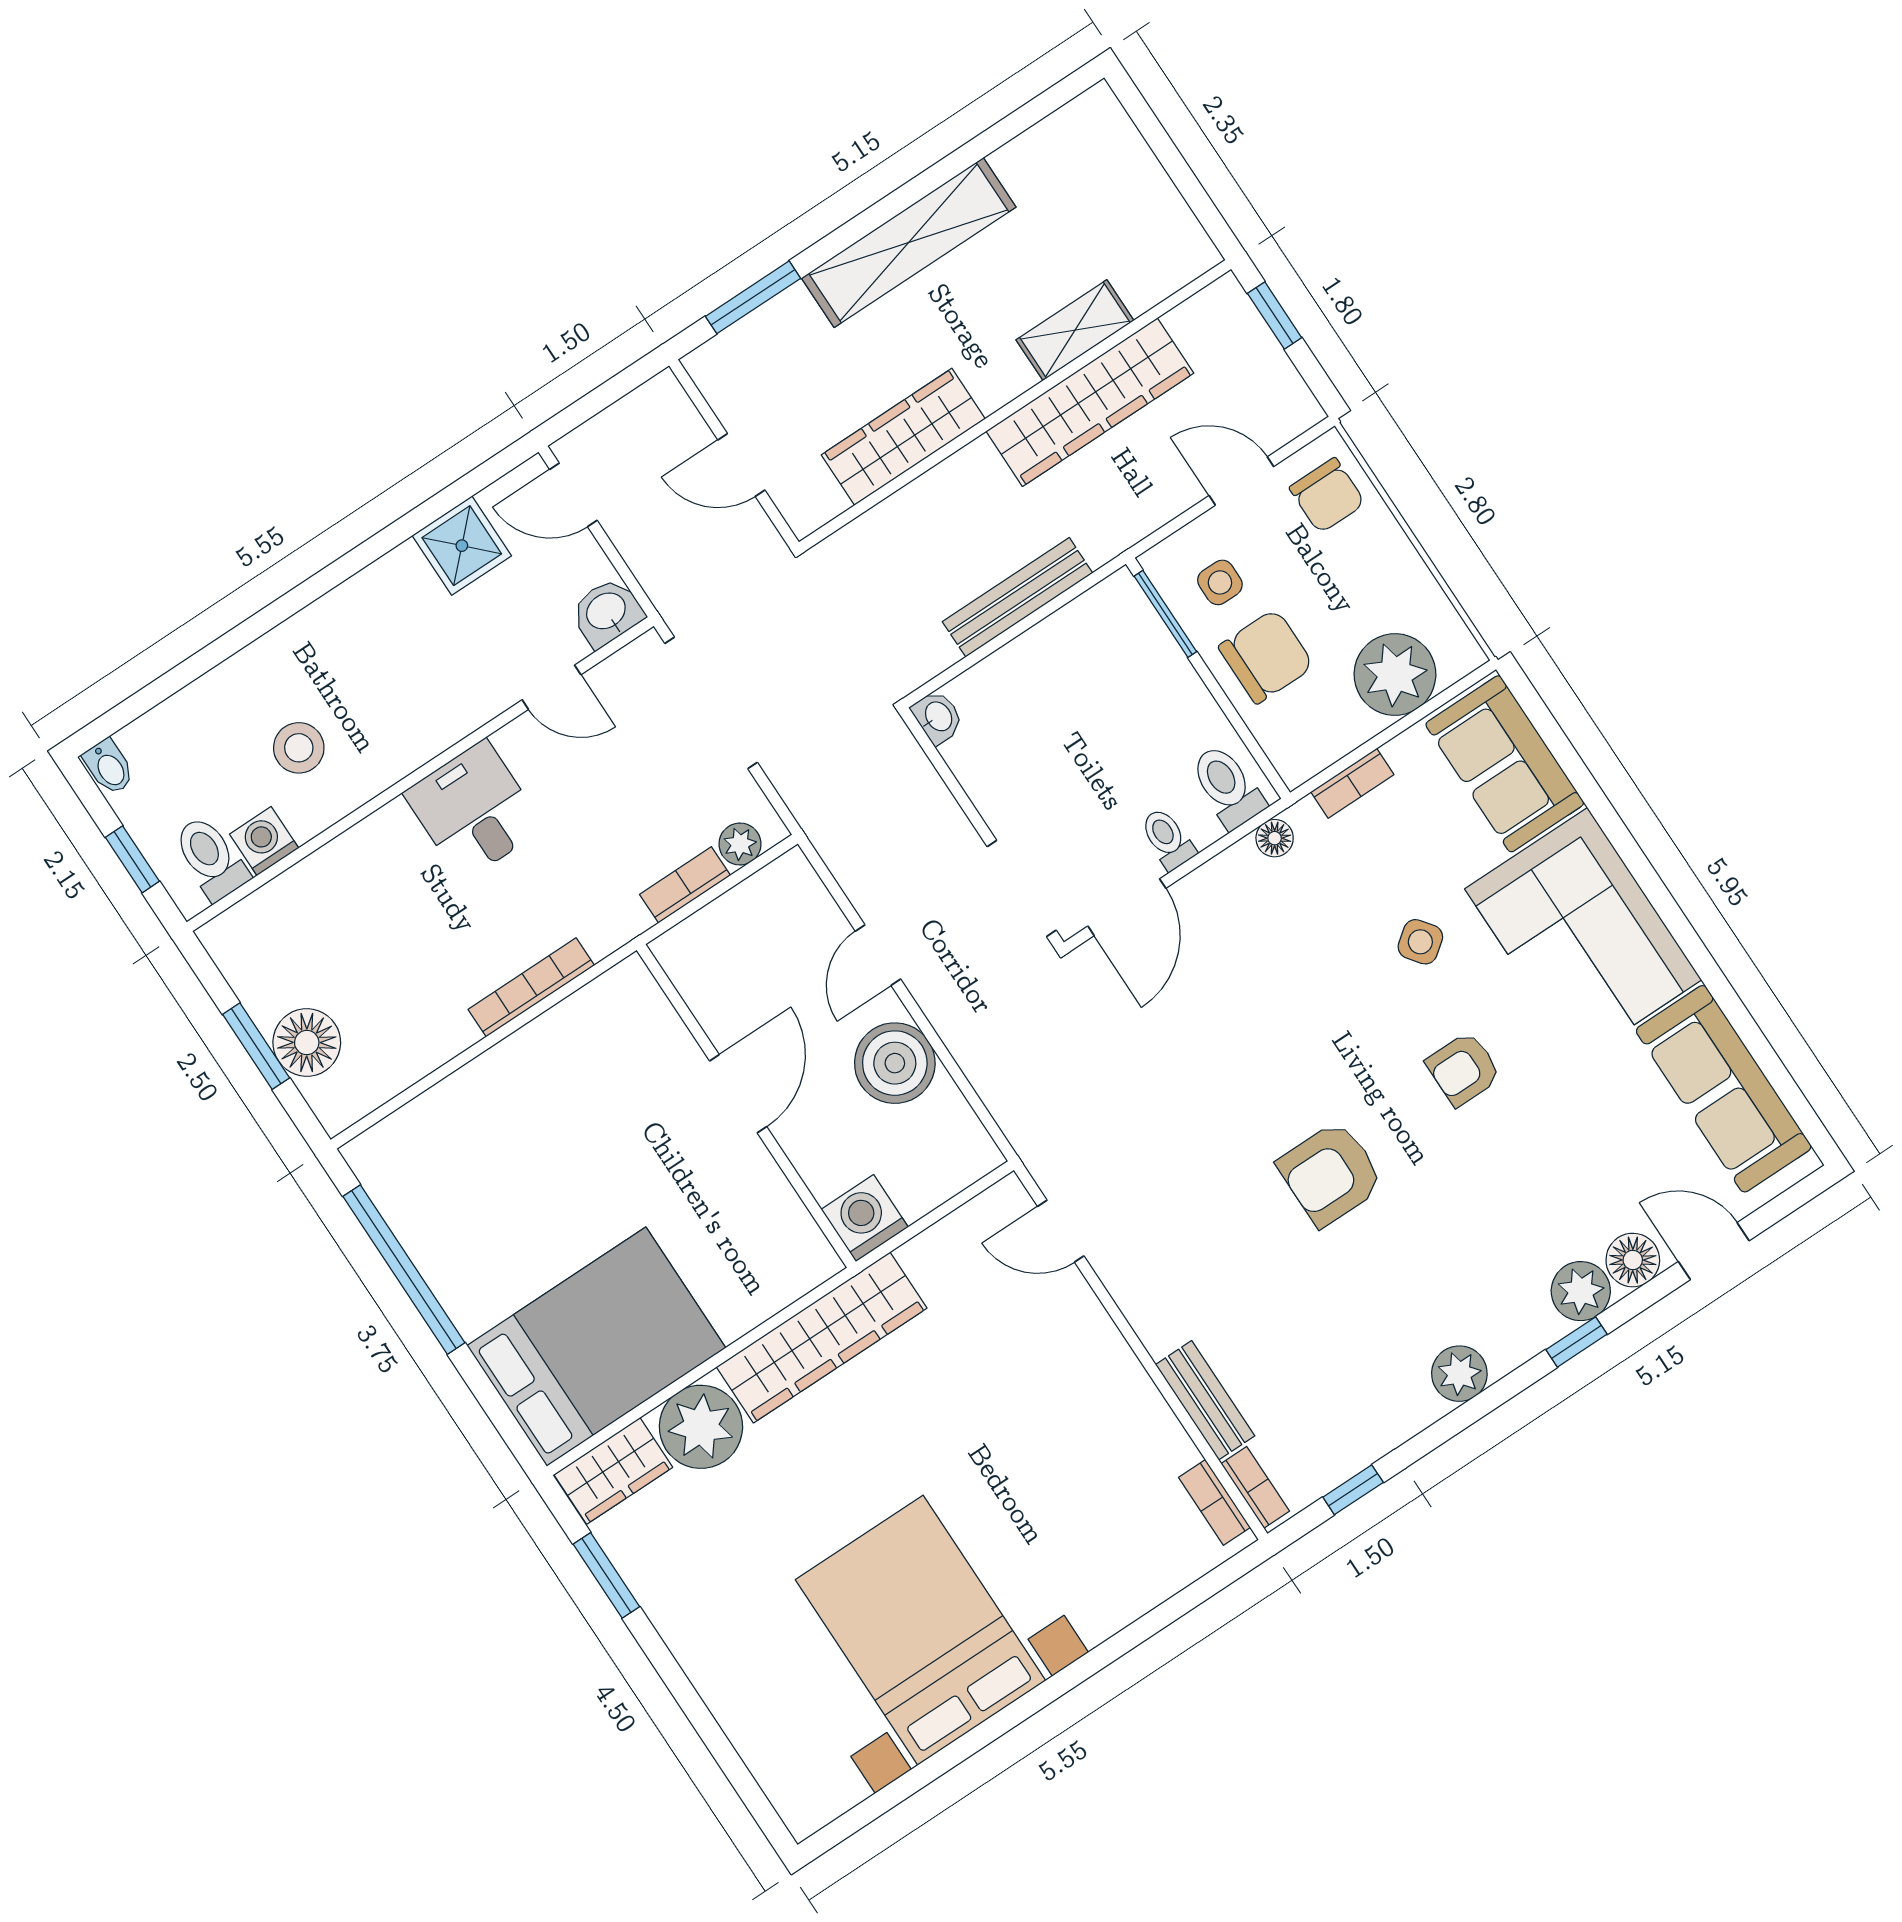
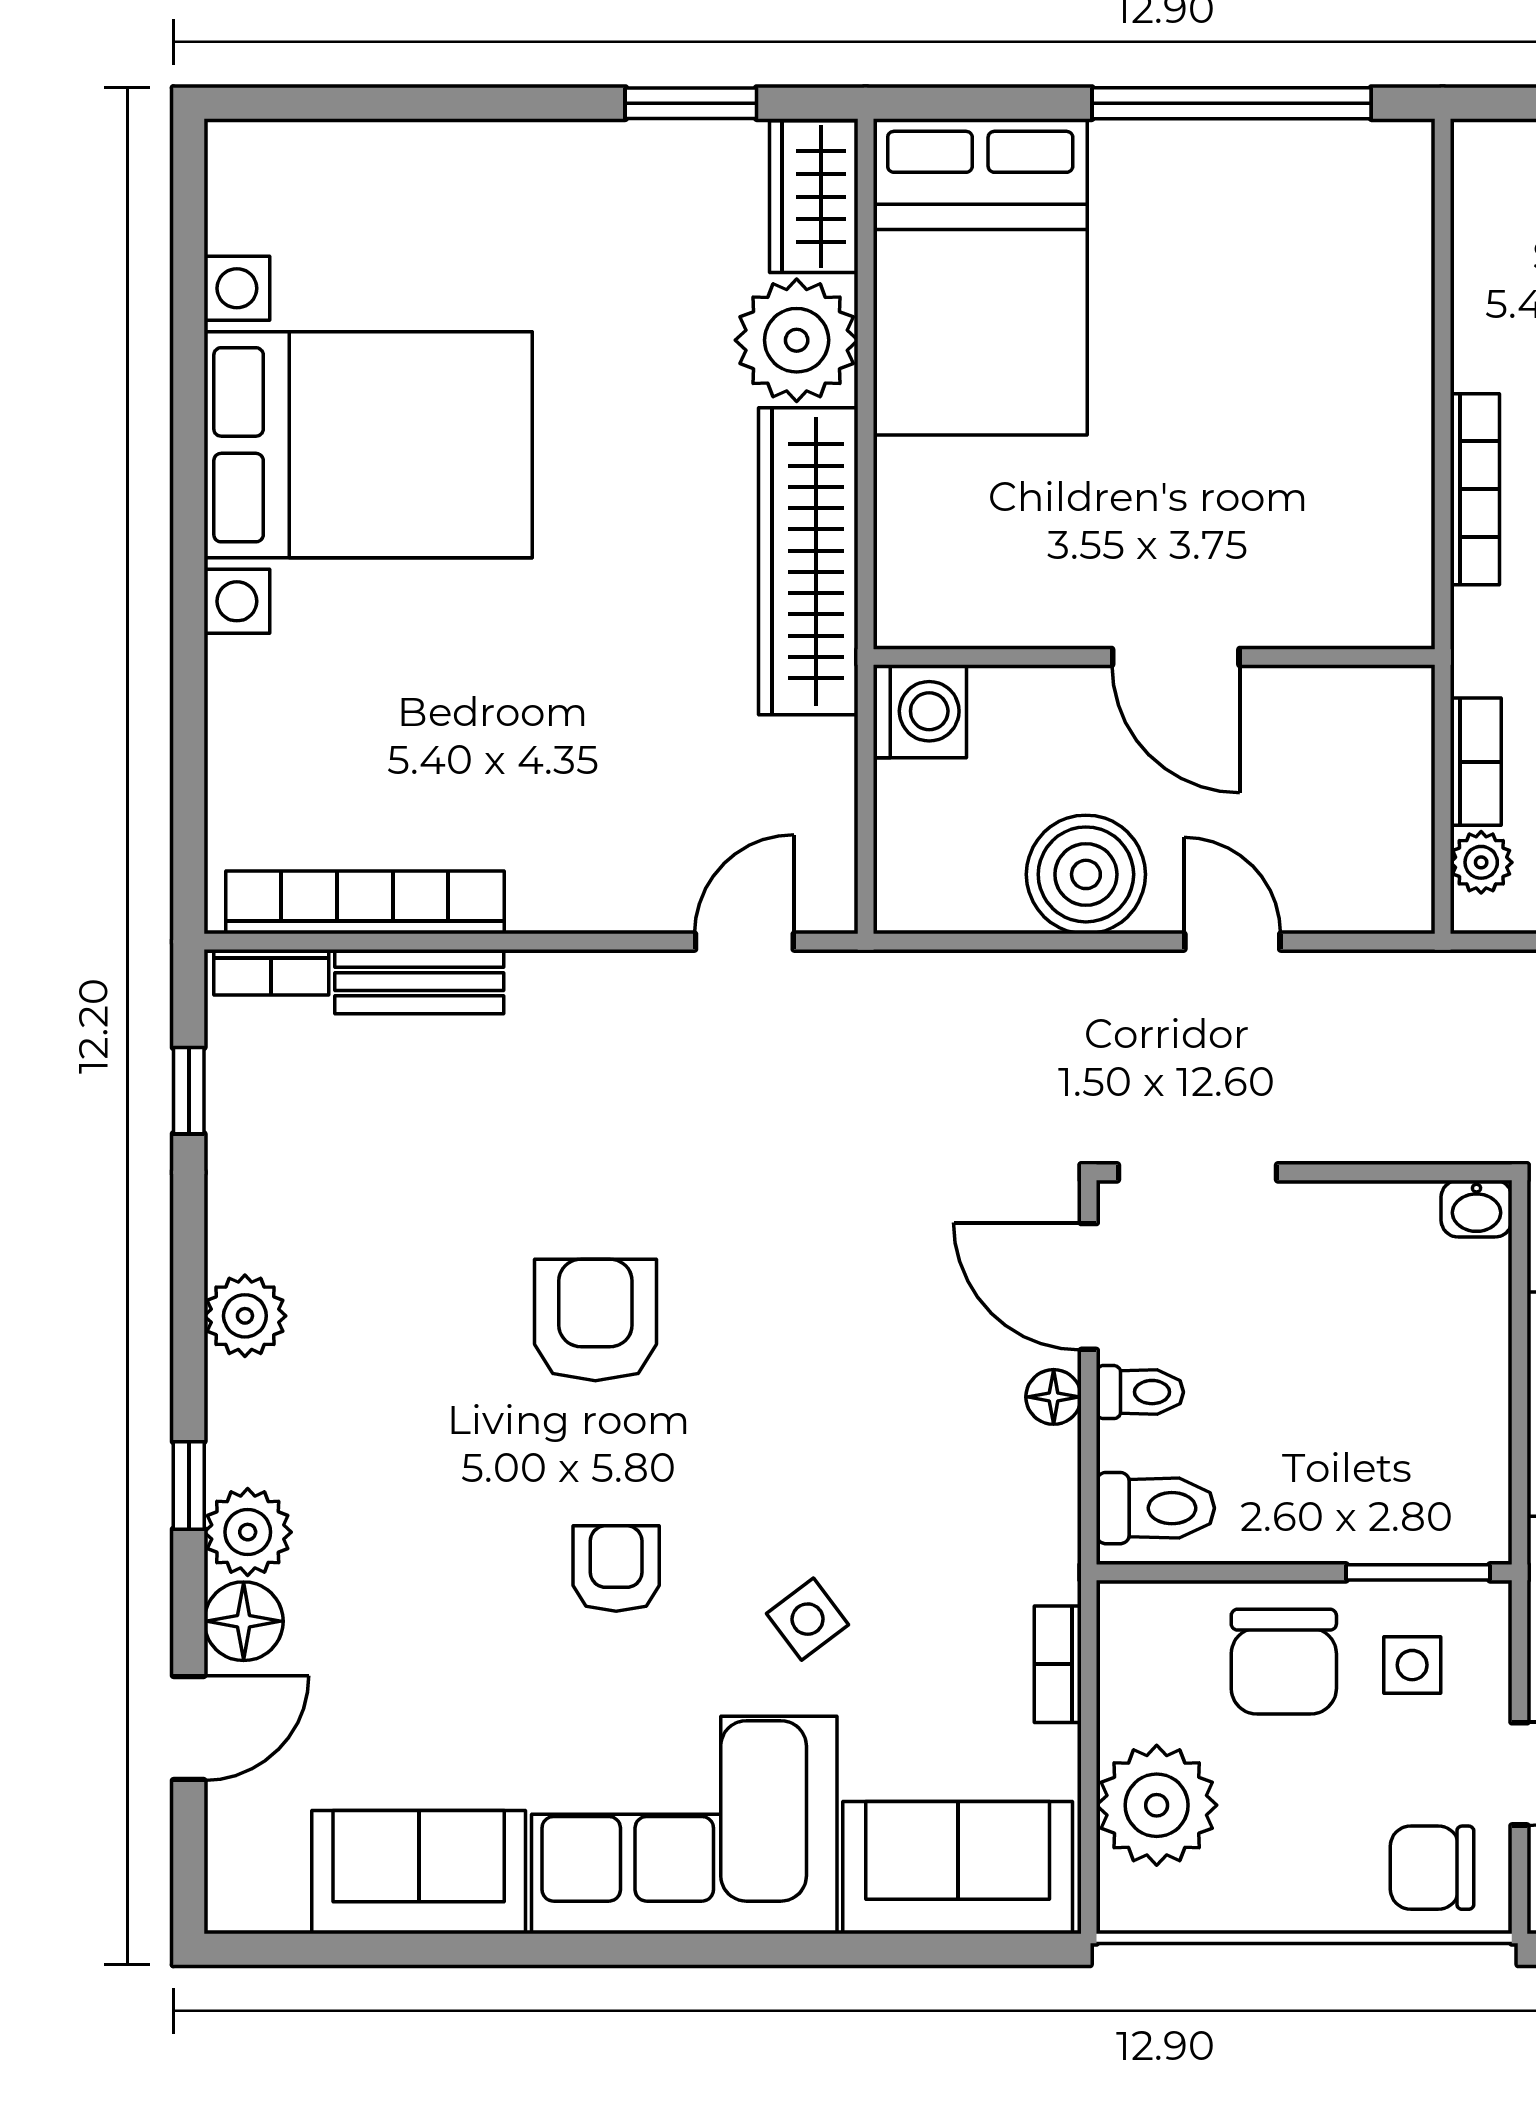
floor lamp: (1275, 838) -> (1054, 1397), moved
sofa: (1724, 1089) -> (419, 1872), width x0.73
bookcase: (1214, 1502) -> (365, 902), width x2.31, depth x1.31

